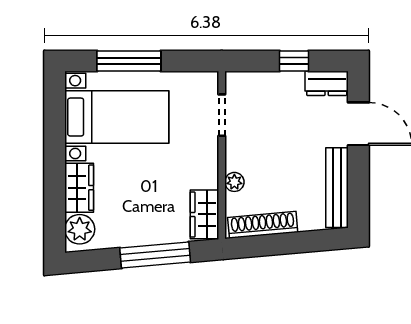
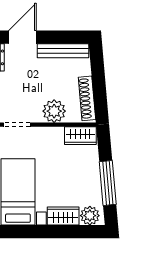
plant: (234, 182) -> (54, 111), width x1.88, depth x1.88
window: (155, 255) -> (108, 183), moved

